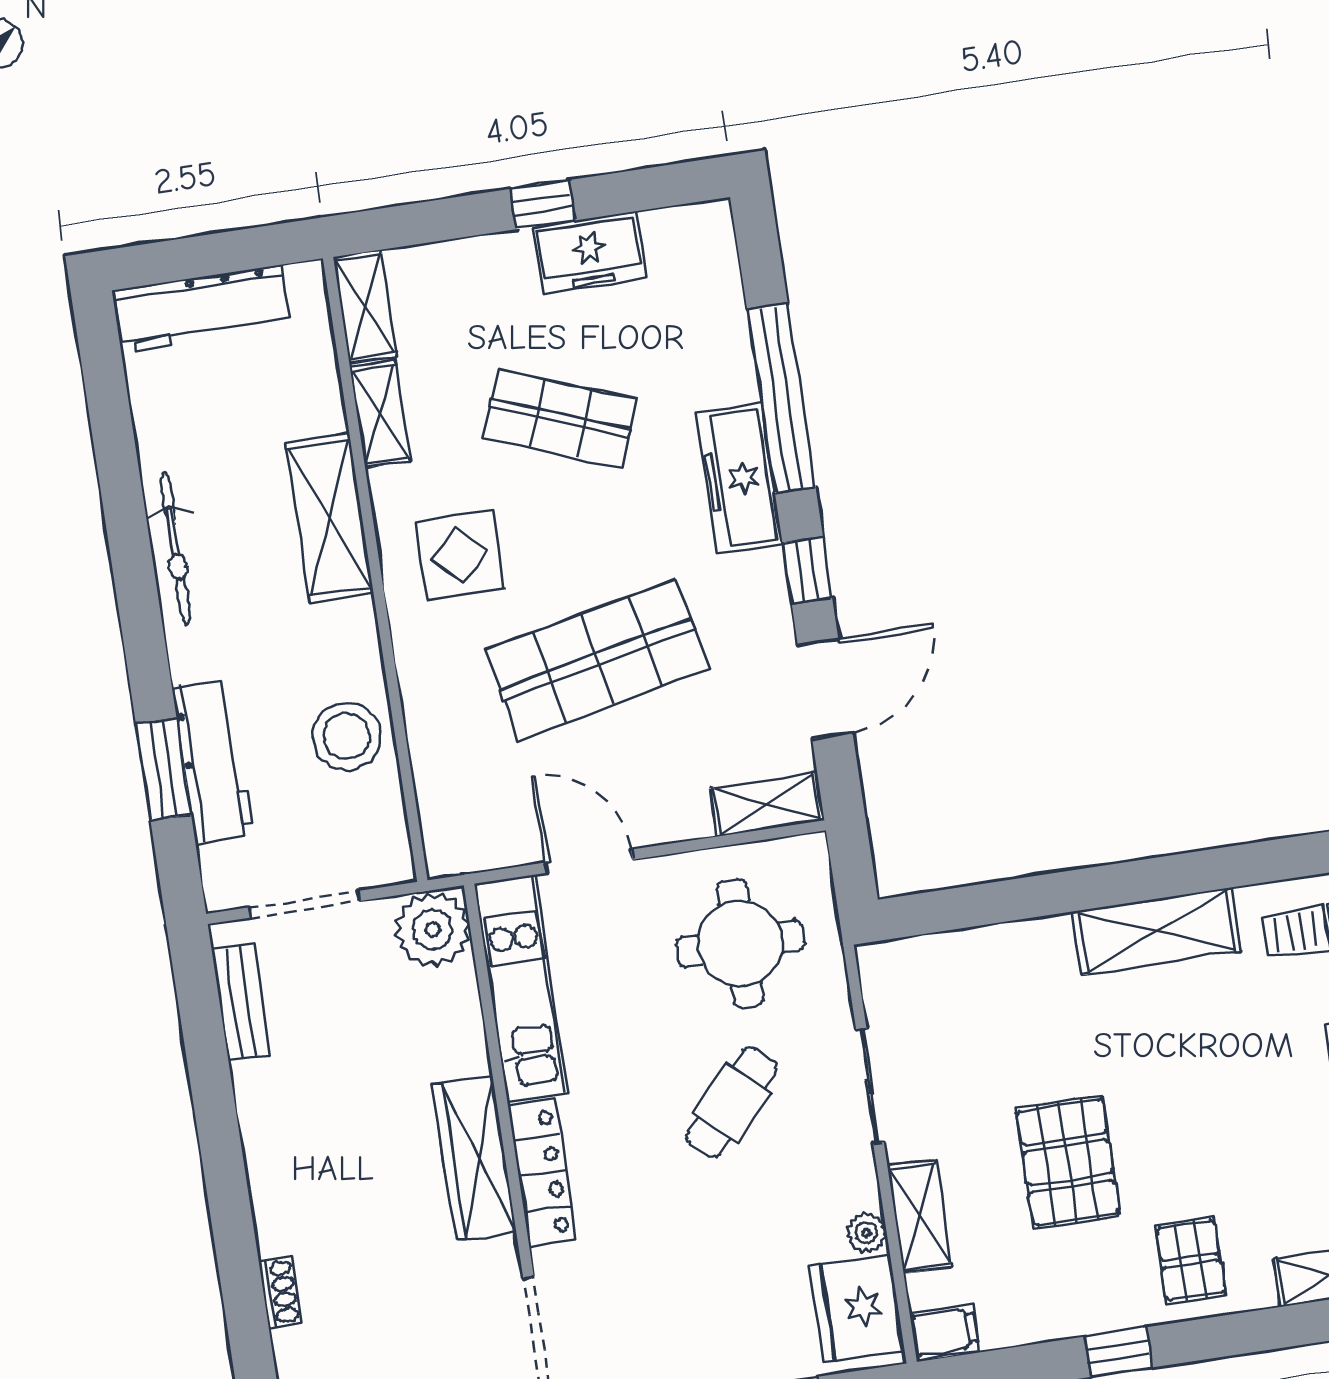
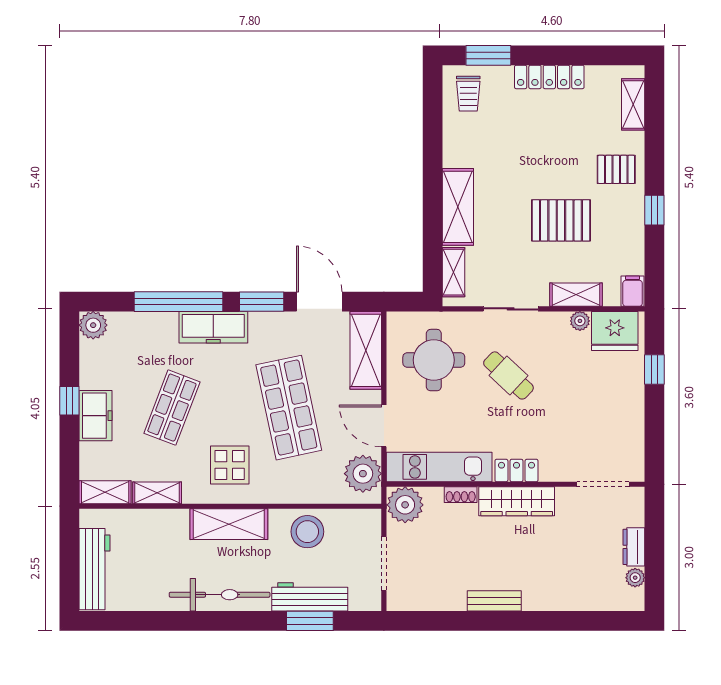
plant: (706, 230) -> (93, 325), added
freezer: (589, 253) -> (96, 416), moved
shelving: (329, 518) -> (229, 524), moved
bicycle: (175, 548) -> (220, 595), width x1.37, depth x1.40
window: (807, 570) -> (262, 302), width x1.50
shelving: (767, 804) -> (366, 350), width x1.50, depth x1.33
plant: (484, 833) -> (363, 474), added
door: (589, 861) -> (384, 426), hinge flipped
shelving: (1157, 931) -> (458, 207), moved
shelving: (928, 957) -> (454, 272), added
bench: (241, 1002) -> (494, 601), moved
locker: (542, 1173) -> (516, 470), width x0.66
shoe rack: (280, 1292) -> (461, 495), moved, turned 180

